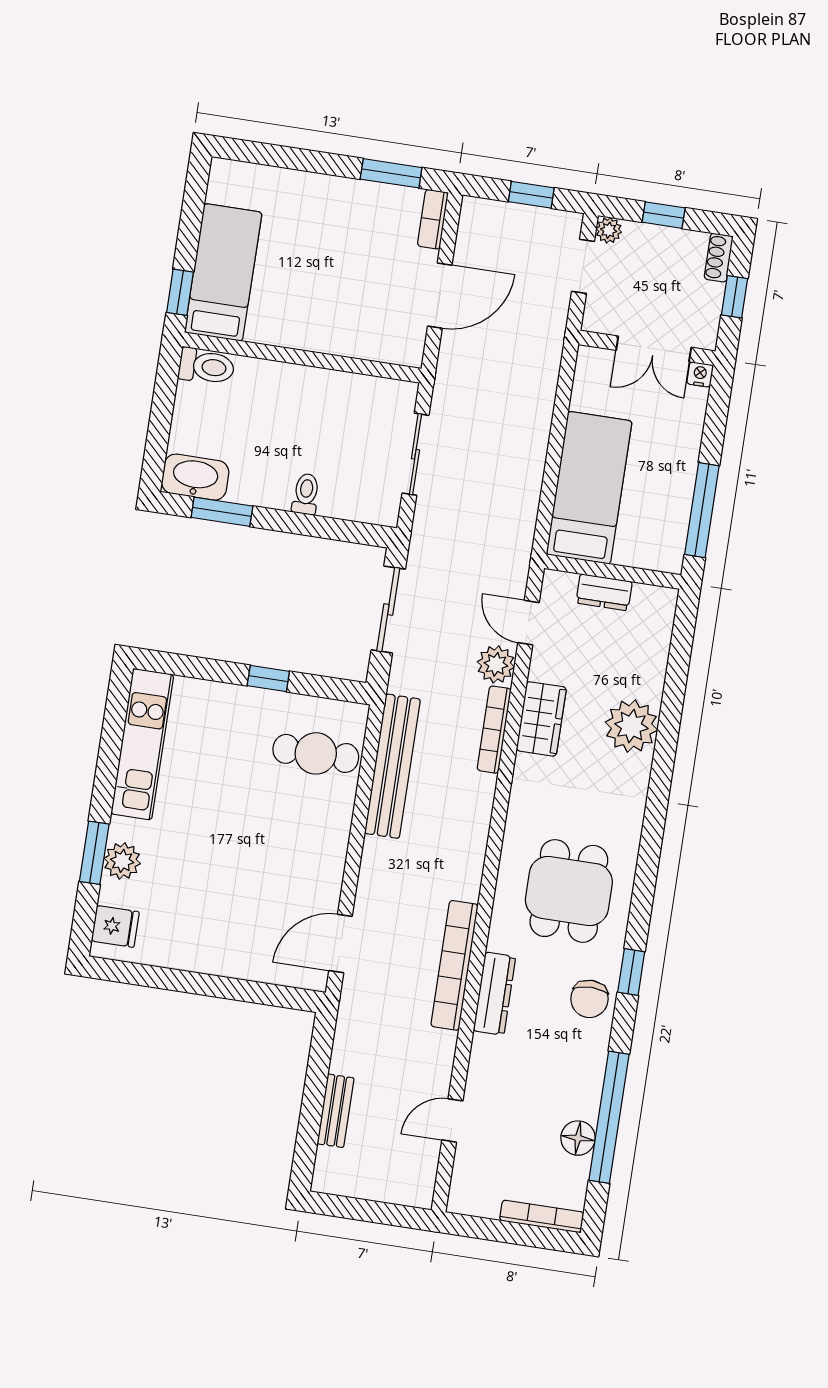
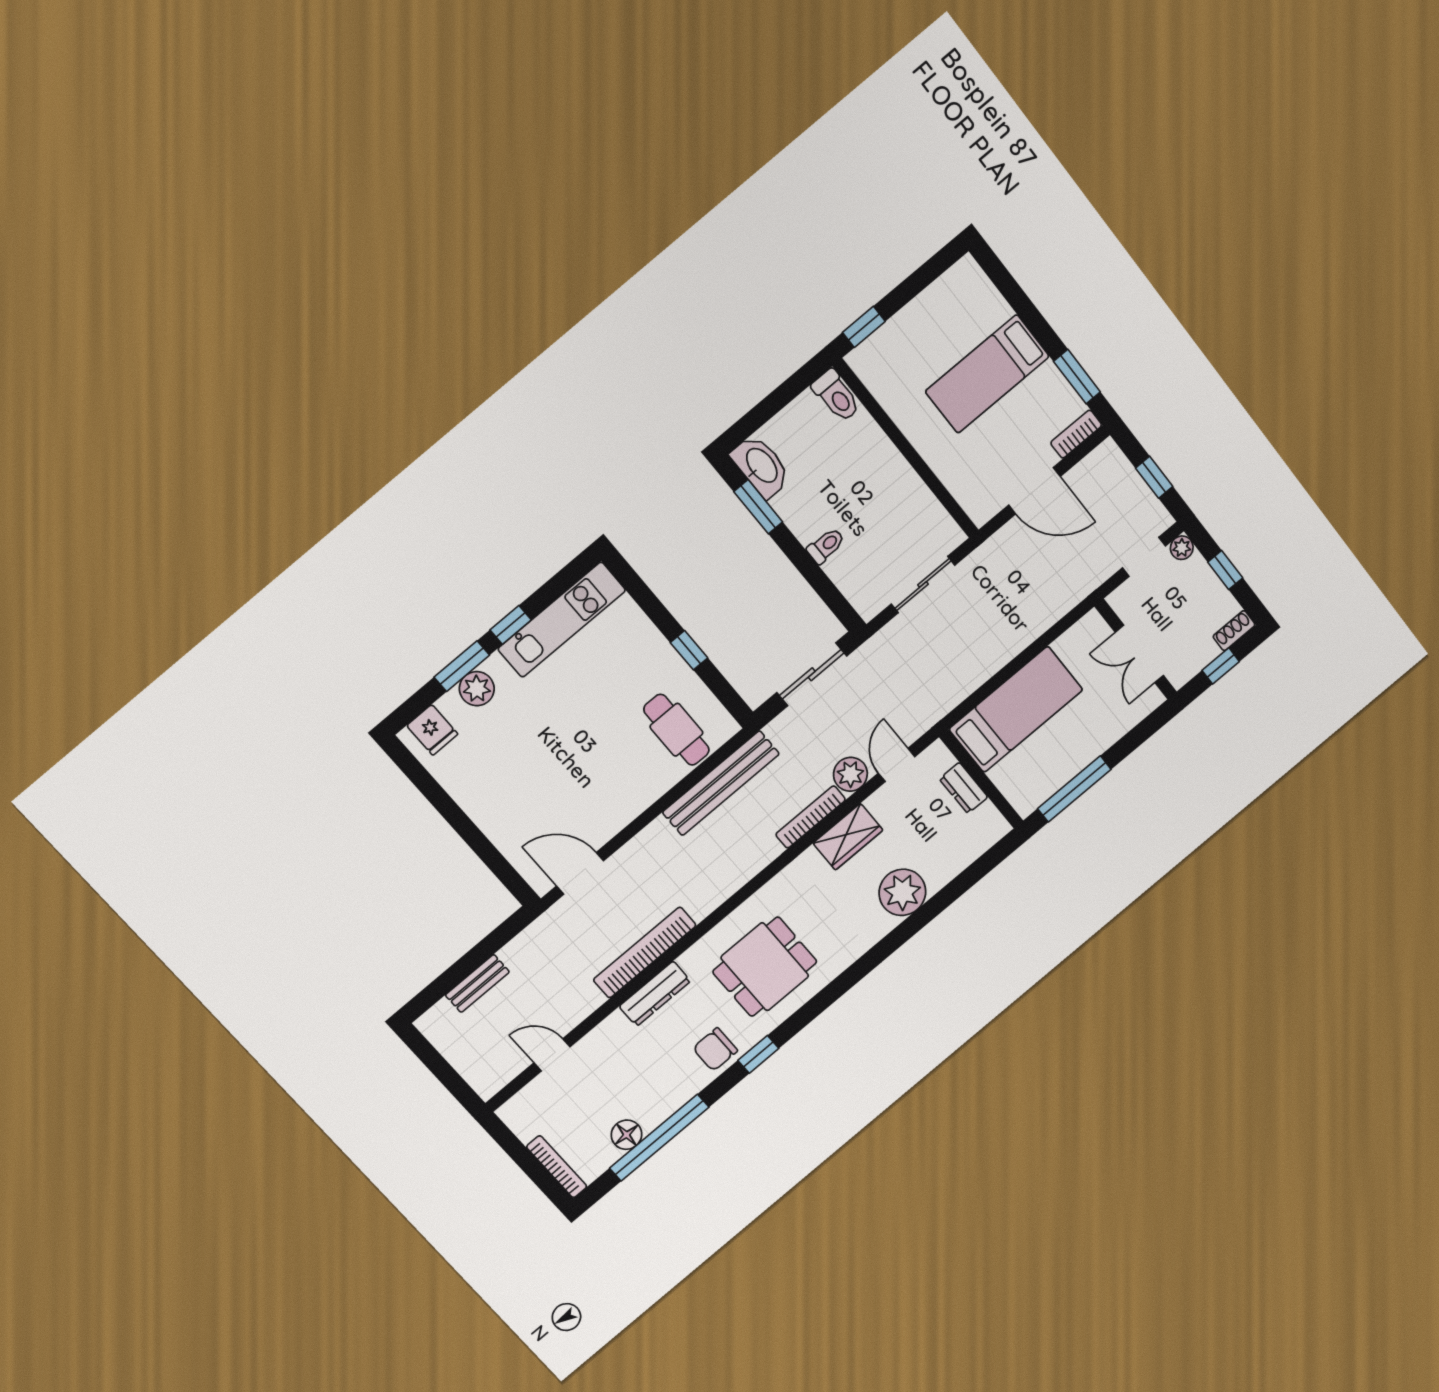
bed: (223, 272) -> (987, 374), moved, turned 180
nightstand: (700, 374) -> (1153, 698), removed
window: (105, 784) -> (511, 625), added

